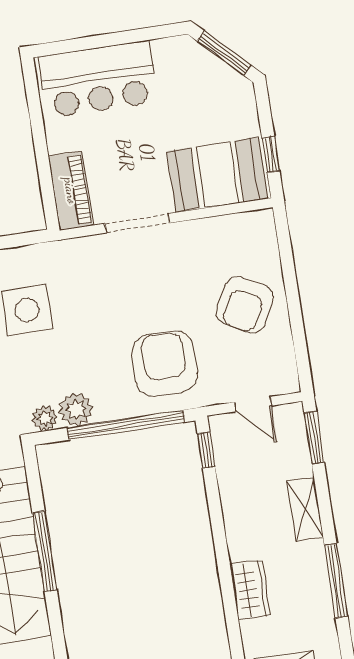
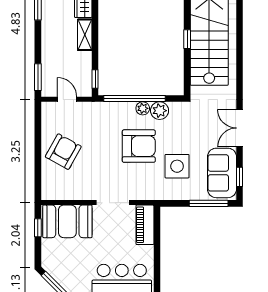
armchair: (164, 364) -> (139, 146), moved, turned -90
plant: (45, 418) -> (143, 108), moved
shelving: (305, 509) -> (85, 35), moved
window: (45, 552) -> (187, 39), width x0.46

